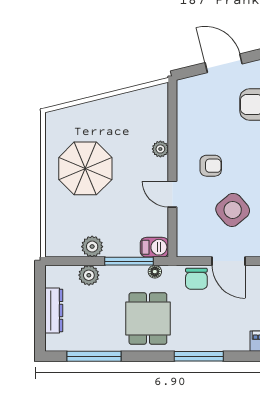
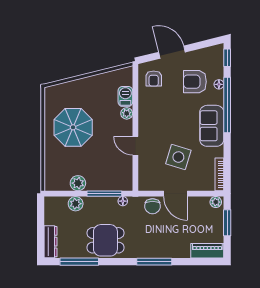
armchair: (211, 166) -> (154, 79), moved, turned 90
side table: (233, 210) -> (178, 157), turned -33
barbecue: (154, 247) -> (125, 96), moved, turned -90
dresser: (54, 310) -> (50, 242), moved
dining table: (148, 318) -> (105, 240), moved, turned 90

